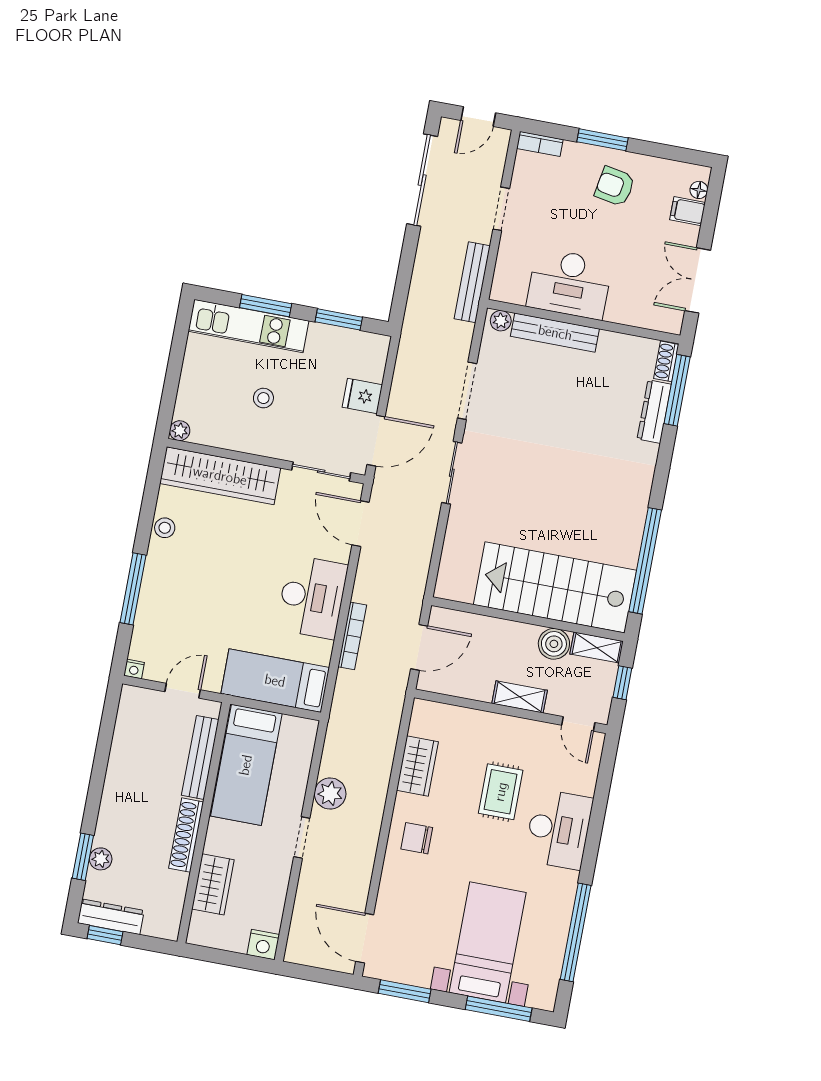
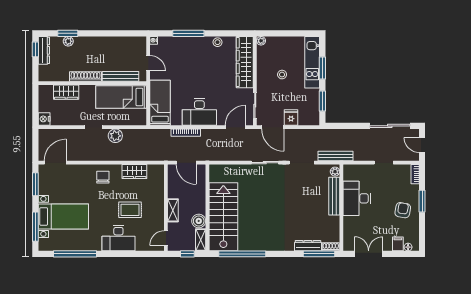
bench: (472, 282) -> (335, 156), moved

